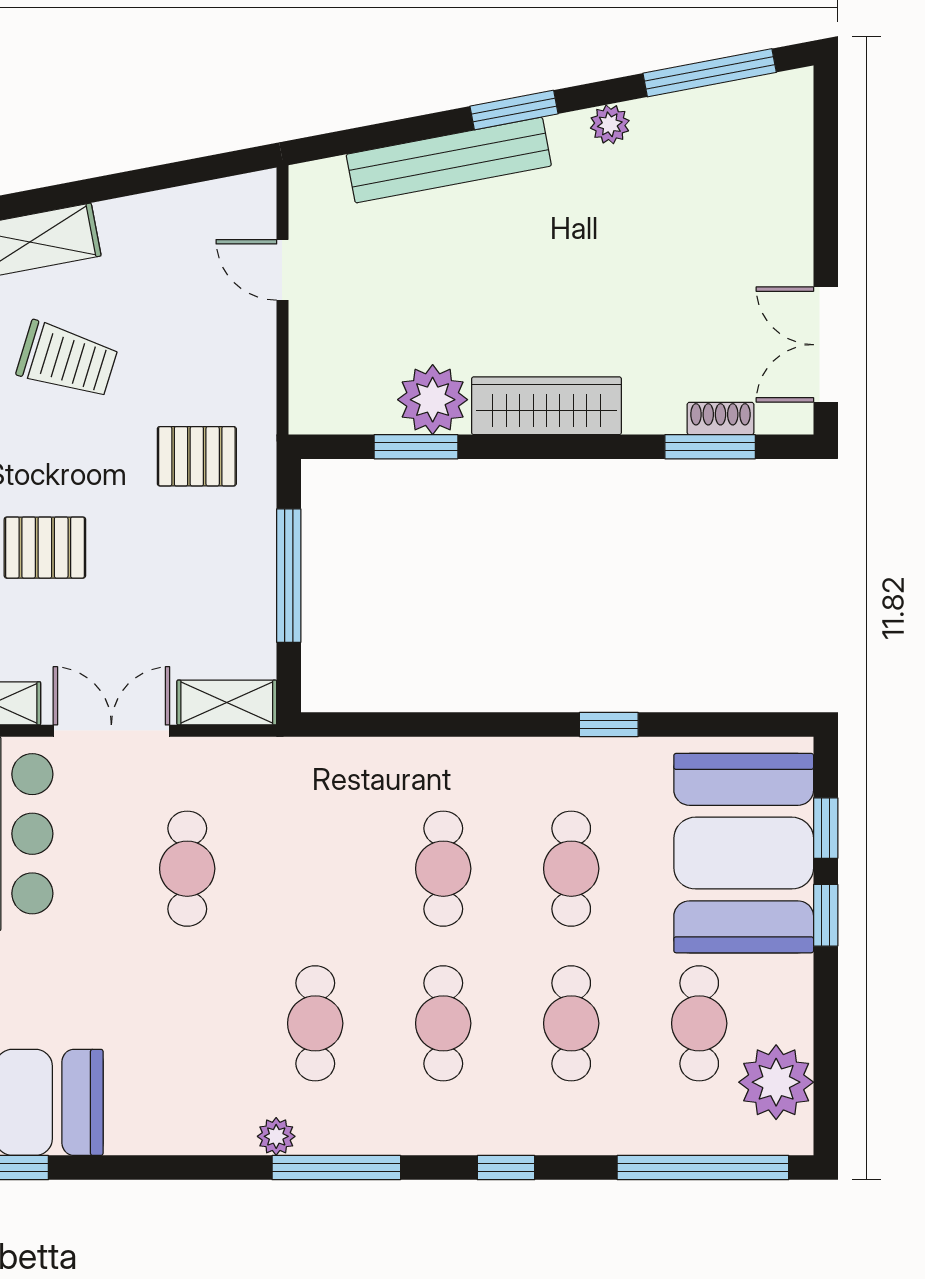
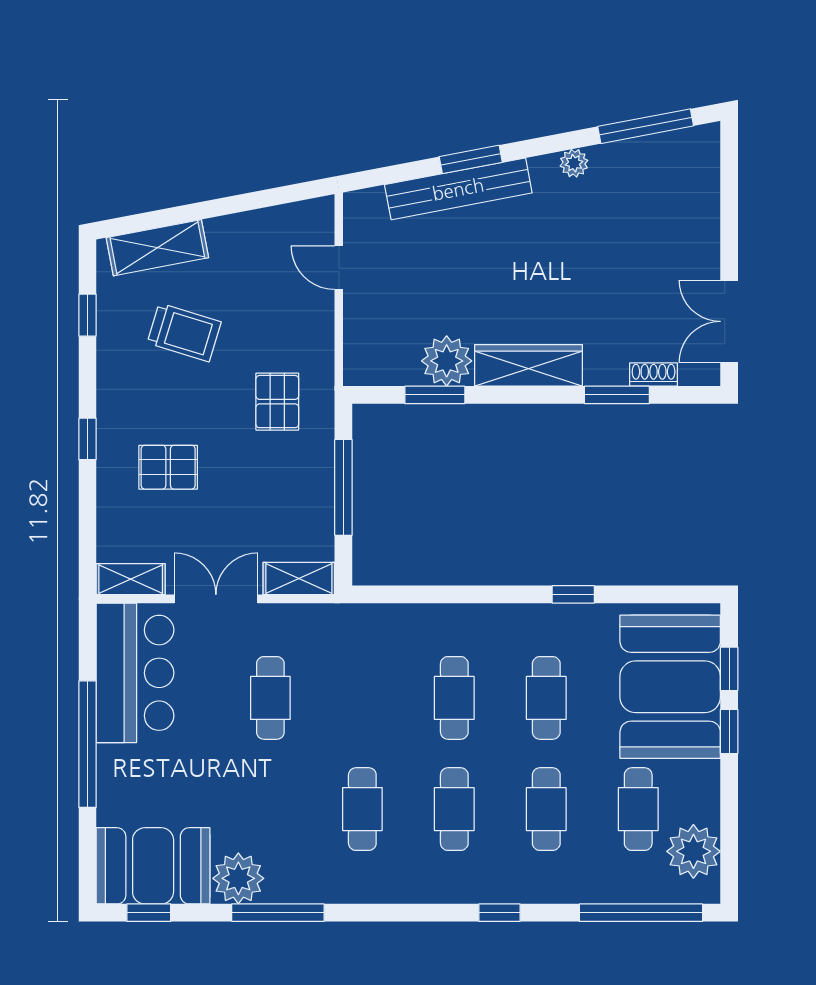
window: (514, 110) -> (471, 159), moved
window: (710, 447) -> (617, 395), moved
pallet: (197, 456) -> (277, 402), turned 90
plant: (276, 1136) -> (238, 878), moved, width x1.88, depth x1.88
window: (336, 1168) -> (278, 913), moved

